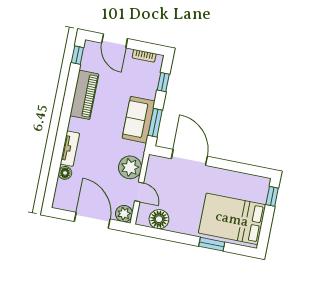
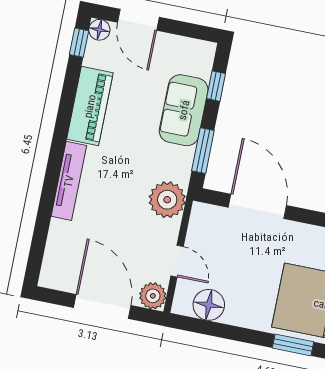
bookcase: (144, 56) -> (185, 44), removed
sofa: (139, 120) -> (184, 110), moved
tv unit: (70, 149) -> (69, 181), width x1.41
plant: (130, 167) -> (167, 200), moved
floor lamp: (65, 173) -> (99, 30), moved

